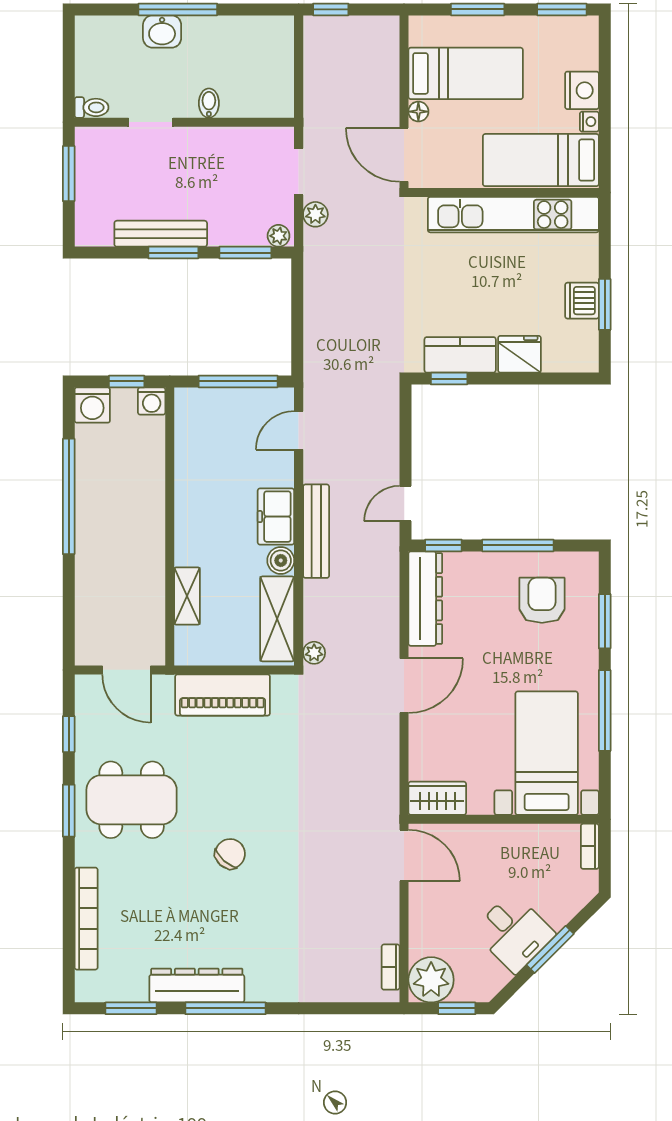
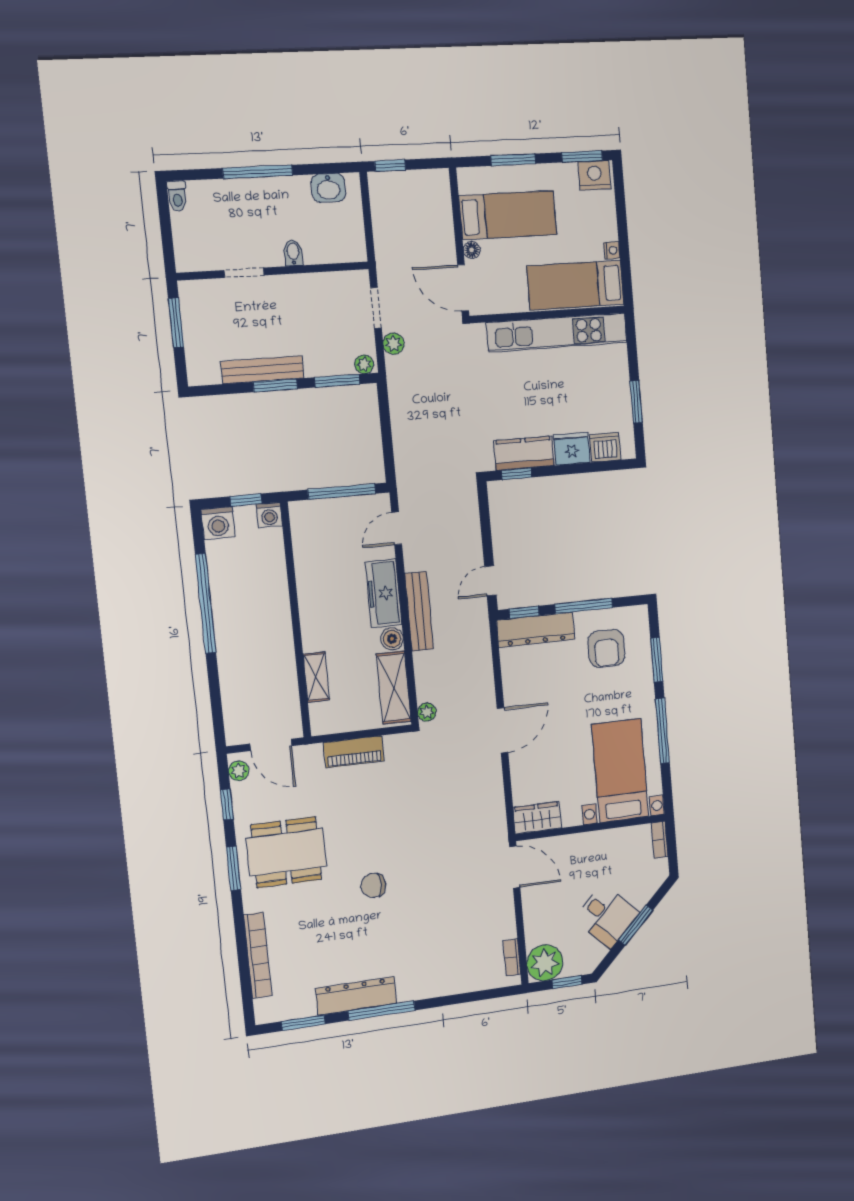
washbasin: (162, 31) -> (328, 188), moved
nightstand: (582, 90) -> (594, 175), moved, turned -90
toilet: (91, 107) -> (177, 196), moved, turned 90
dishwasher: (582, 301) -> (605, 447), moved, turned 90
freezer: (276, 517) -> (384, 593), width x1.40
dresser: (425, 599) -> (536, 630), moved, turned 90
armchair: (542, 600) -> (606, 648), turned 180
piano: (223, 695) -> (354, 752), width x0.73, depth x0.75
plant: (86, 696) -> (239, 771), added
chair: (230, 854) -> (373, 885), turned -132

